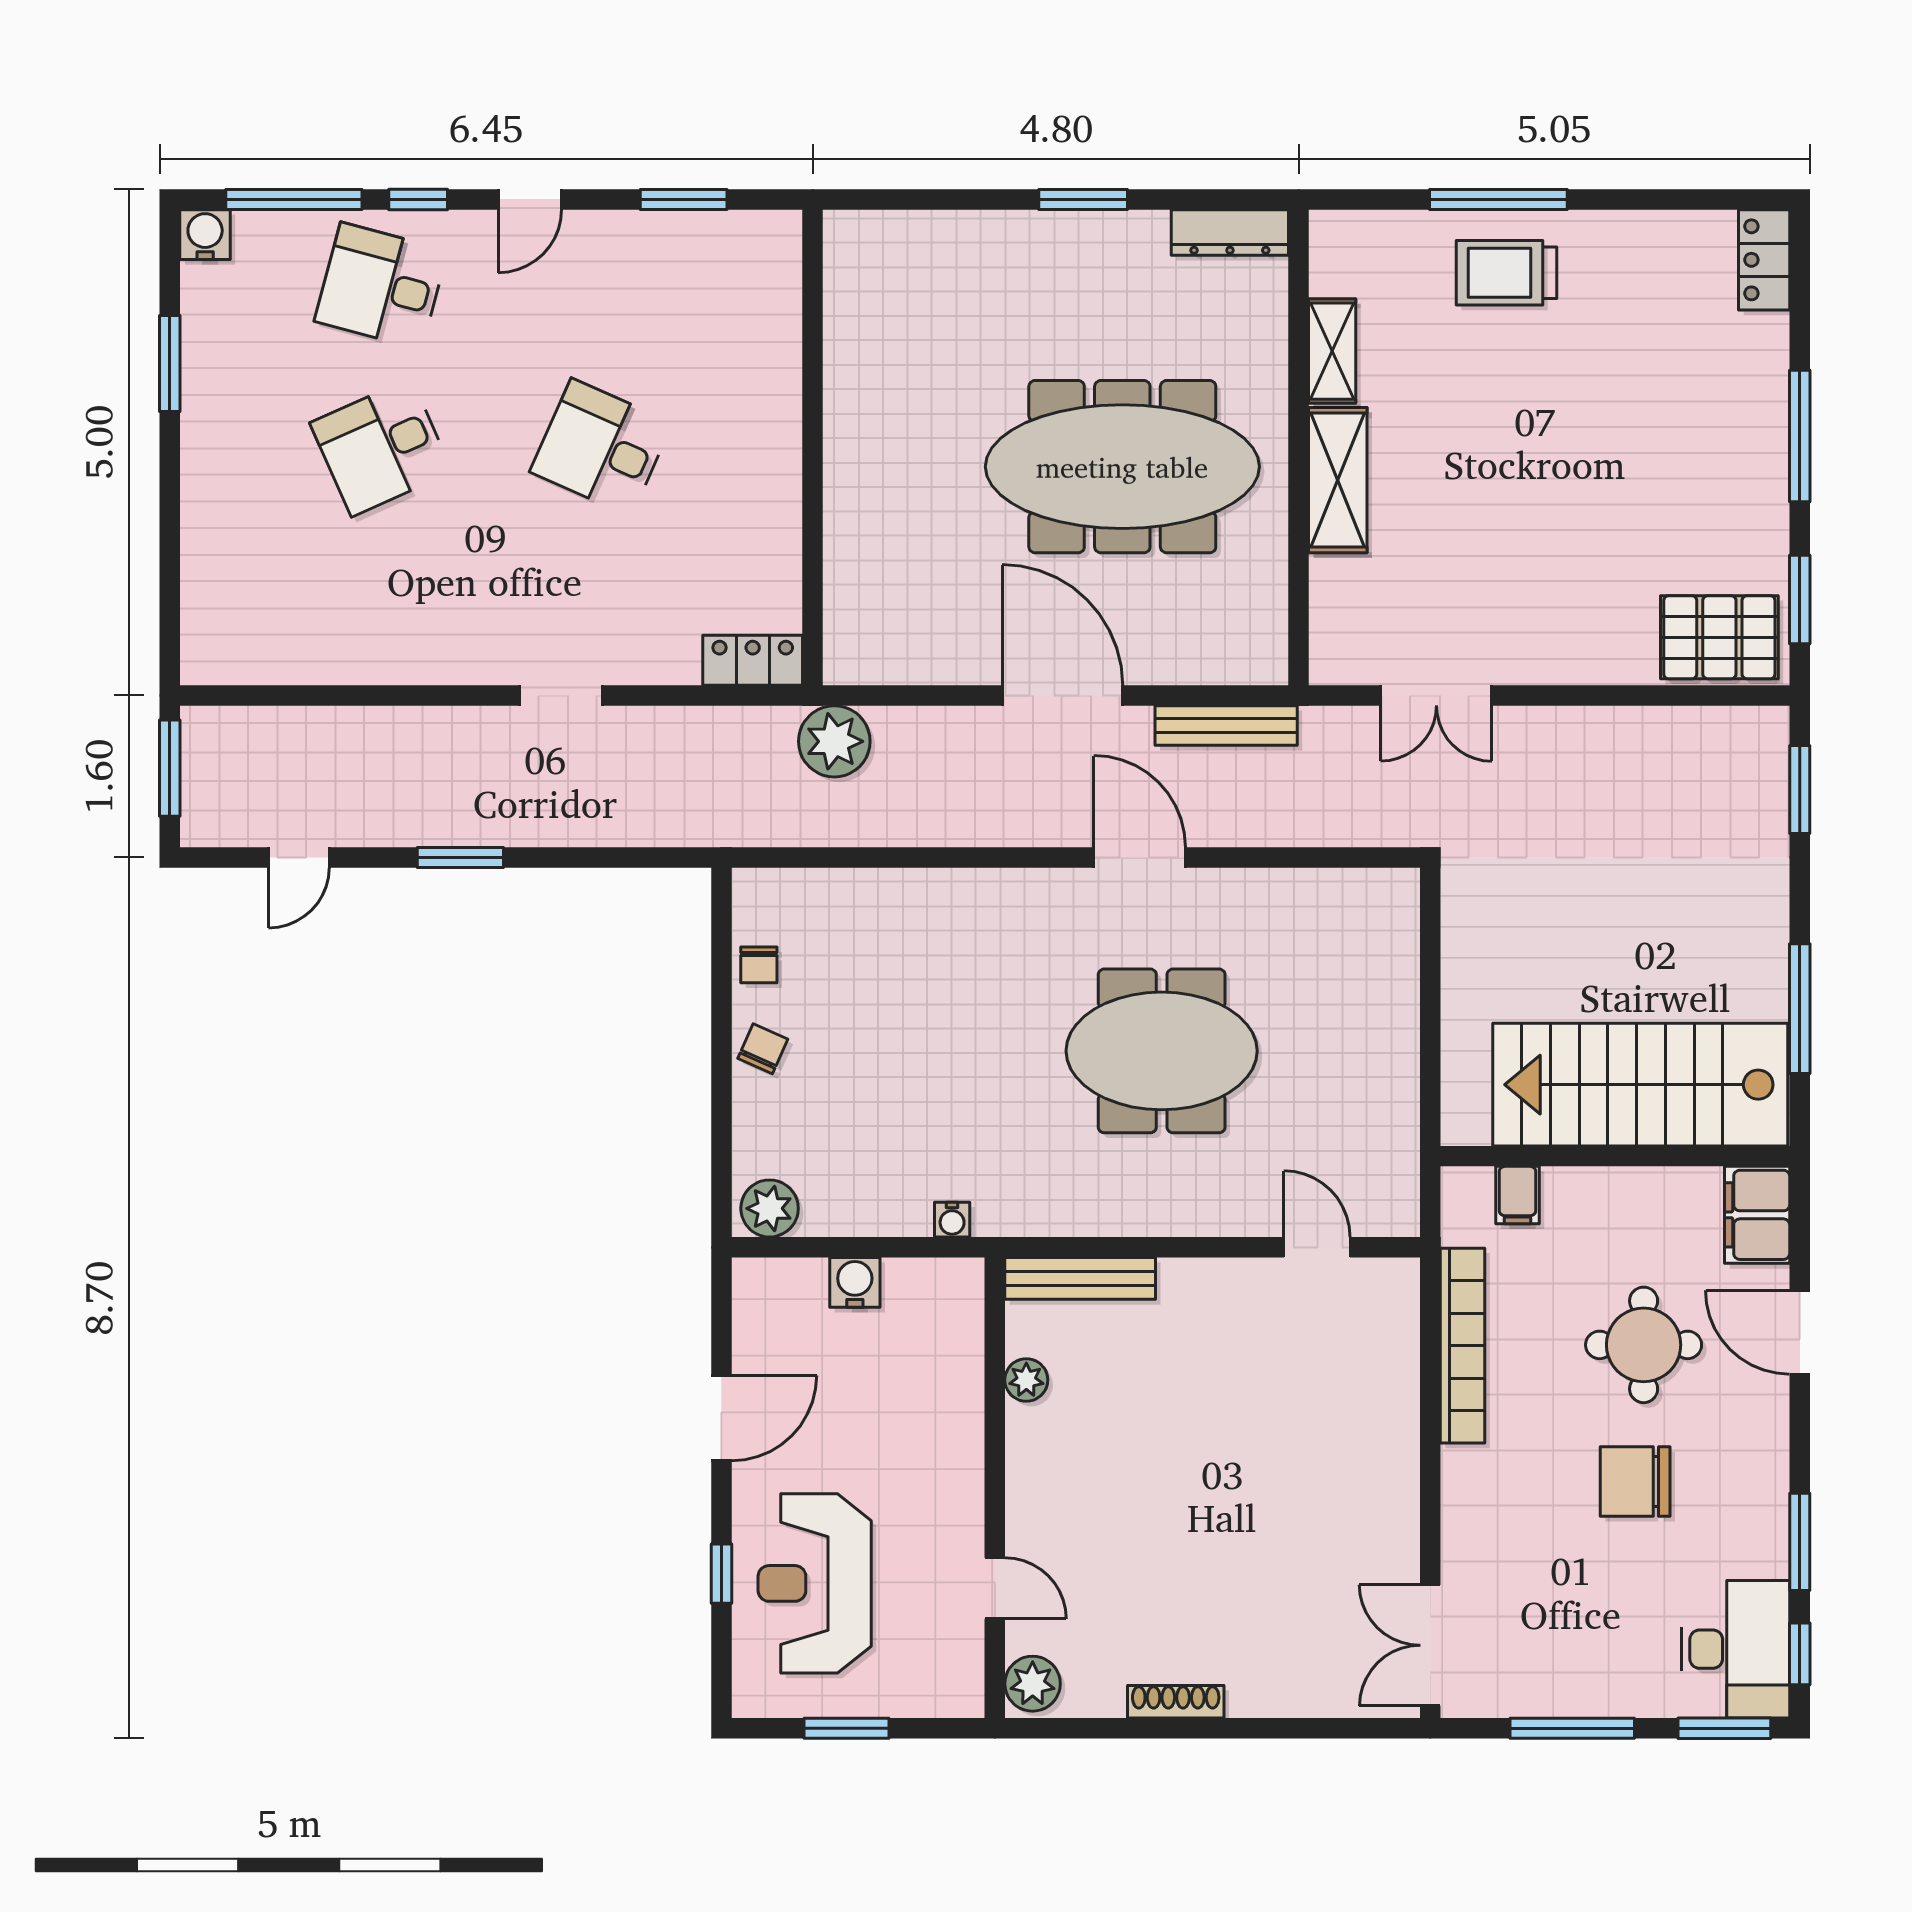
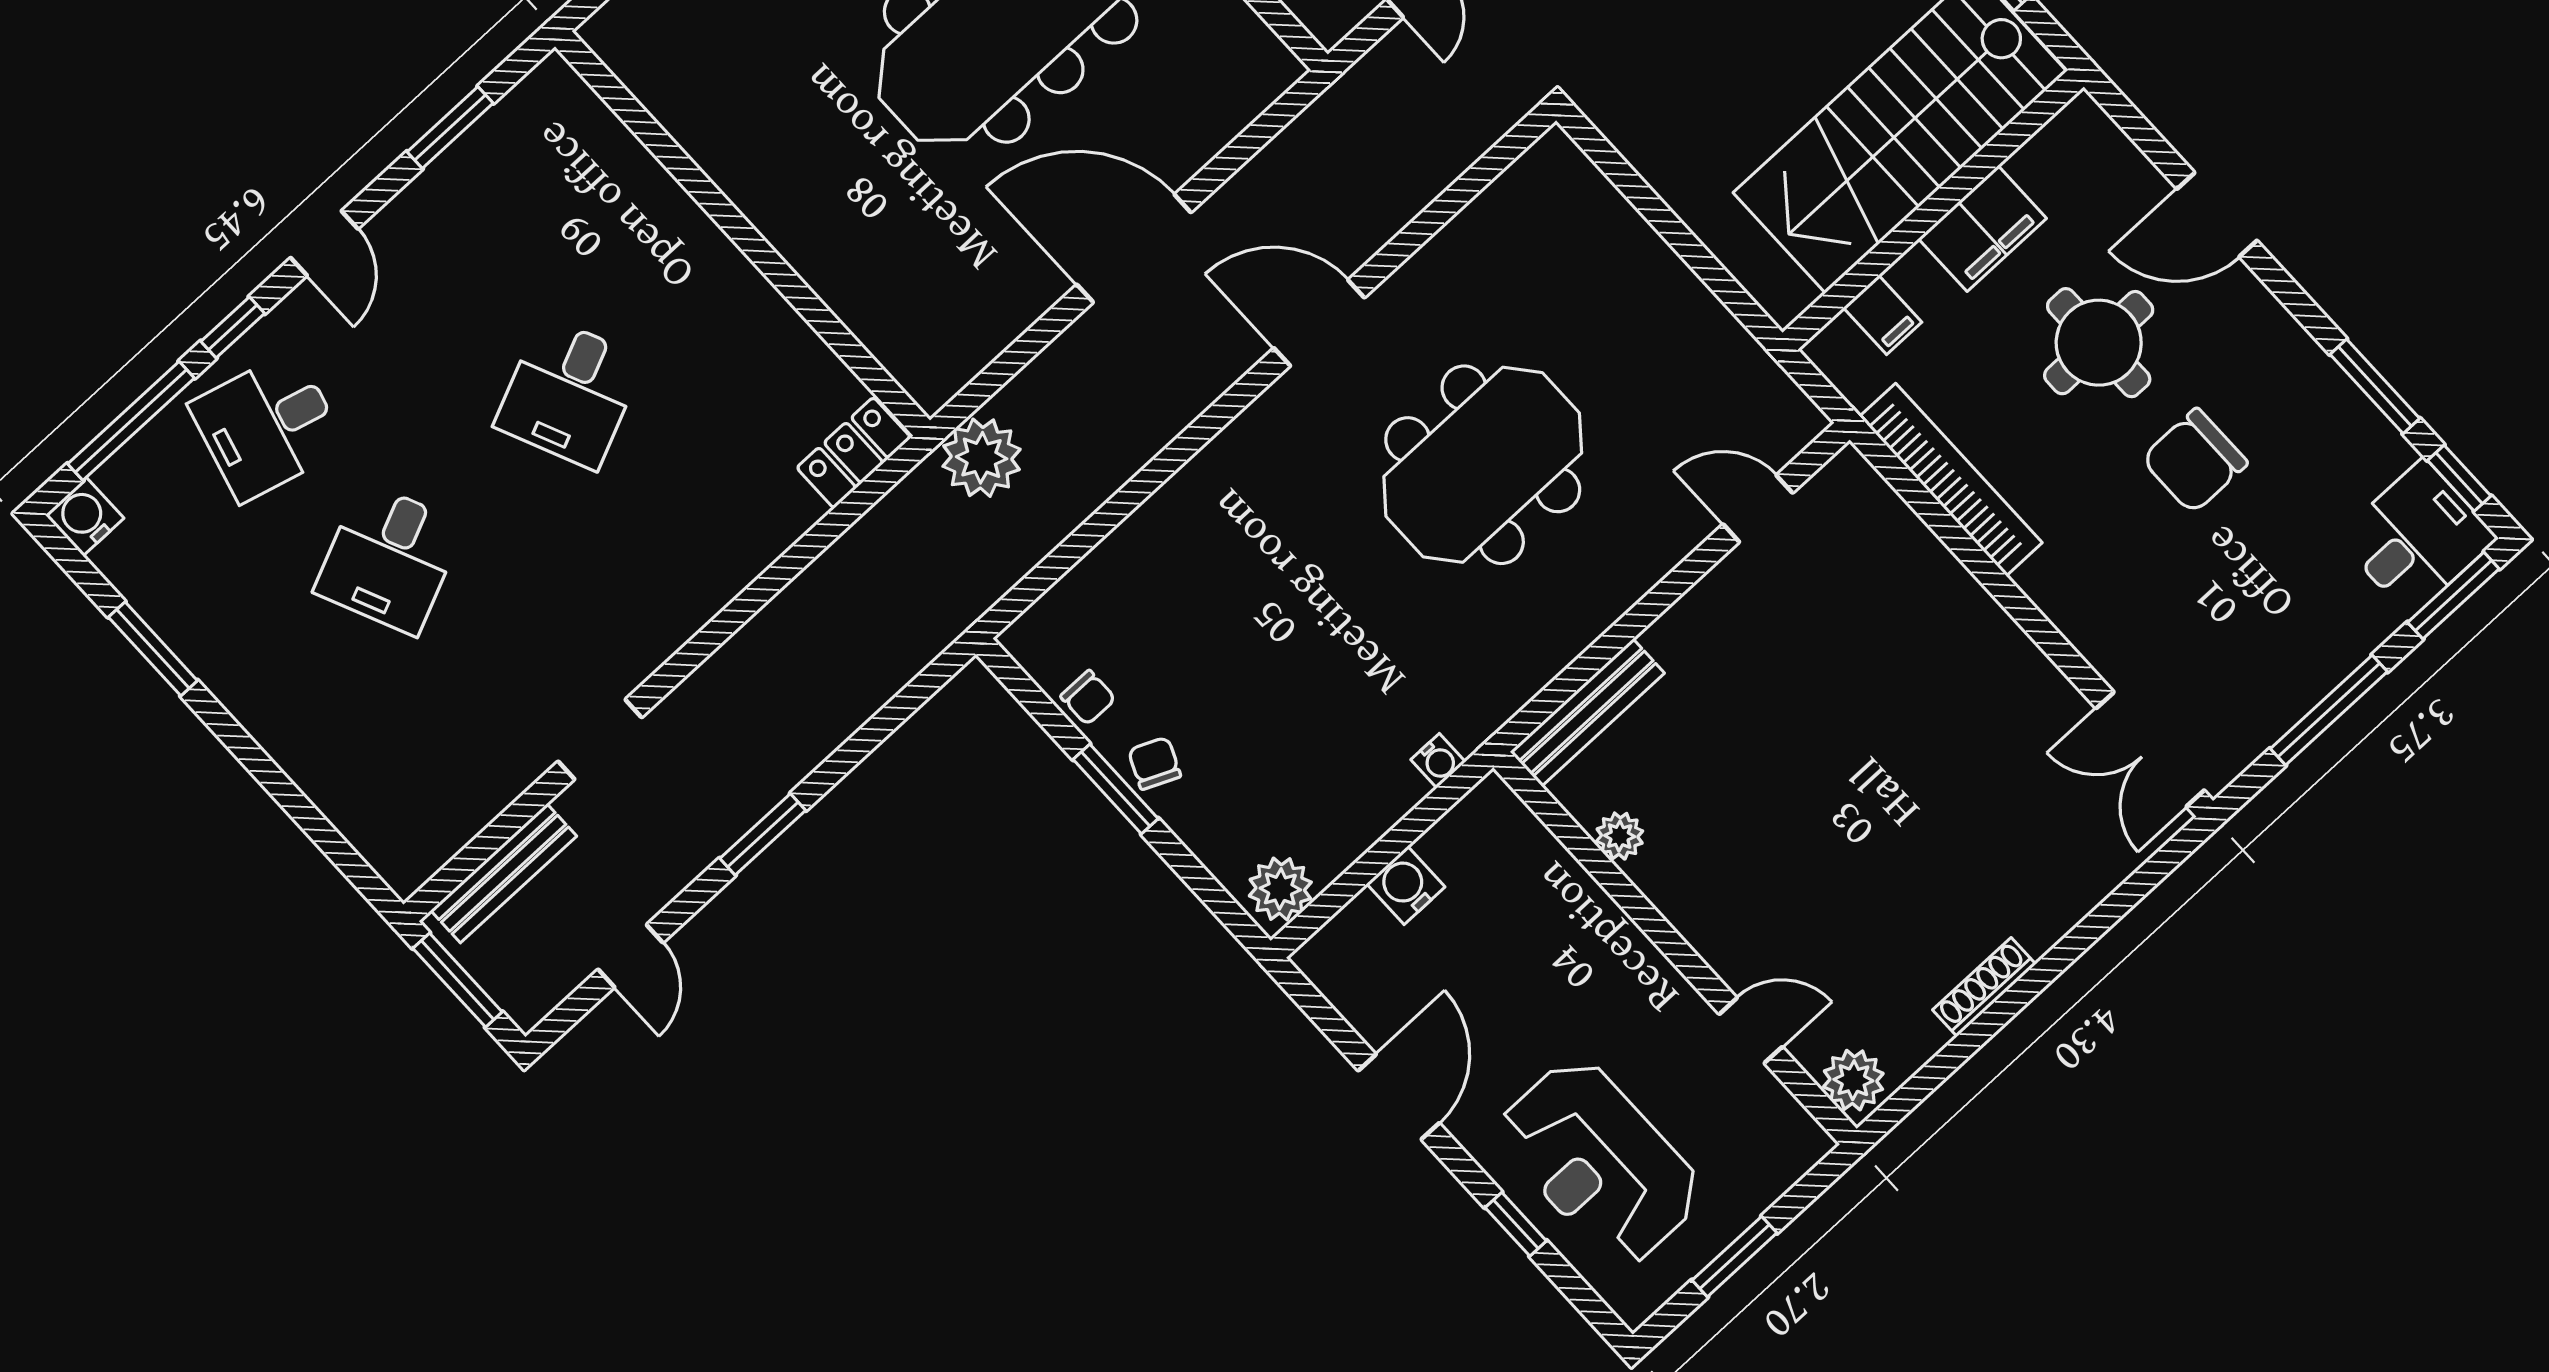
desk: (601, 447) -> (569, 393), turned -48
doorway: (561, 695) -> (600, 739), moved
bench: (1226, 725) -> (504, 873), moved
window: (721, 1042) -> (1116, 789), added
filing cabinet: (1757, 1215) -> (1982, 228), moved, turned -90
desk: (1735, 1649) -> (2417, 538), width x0.73

